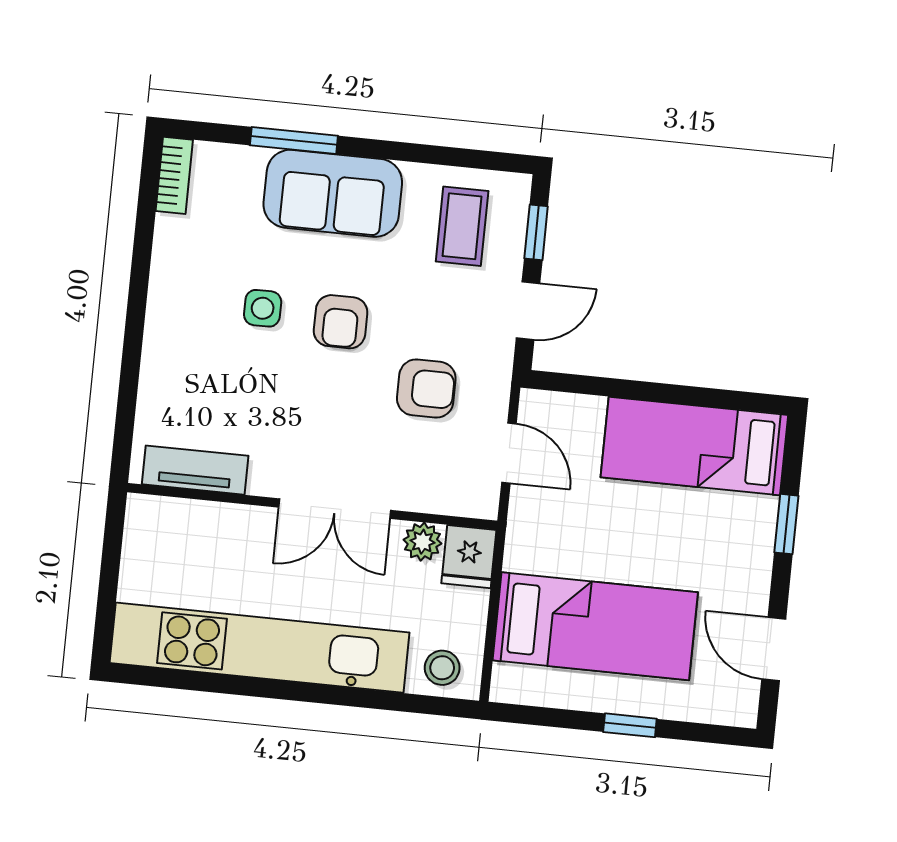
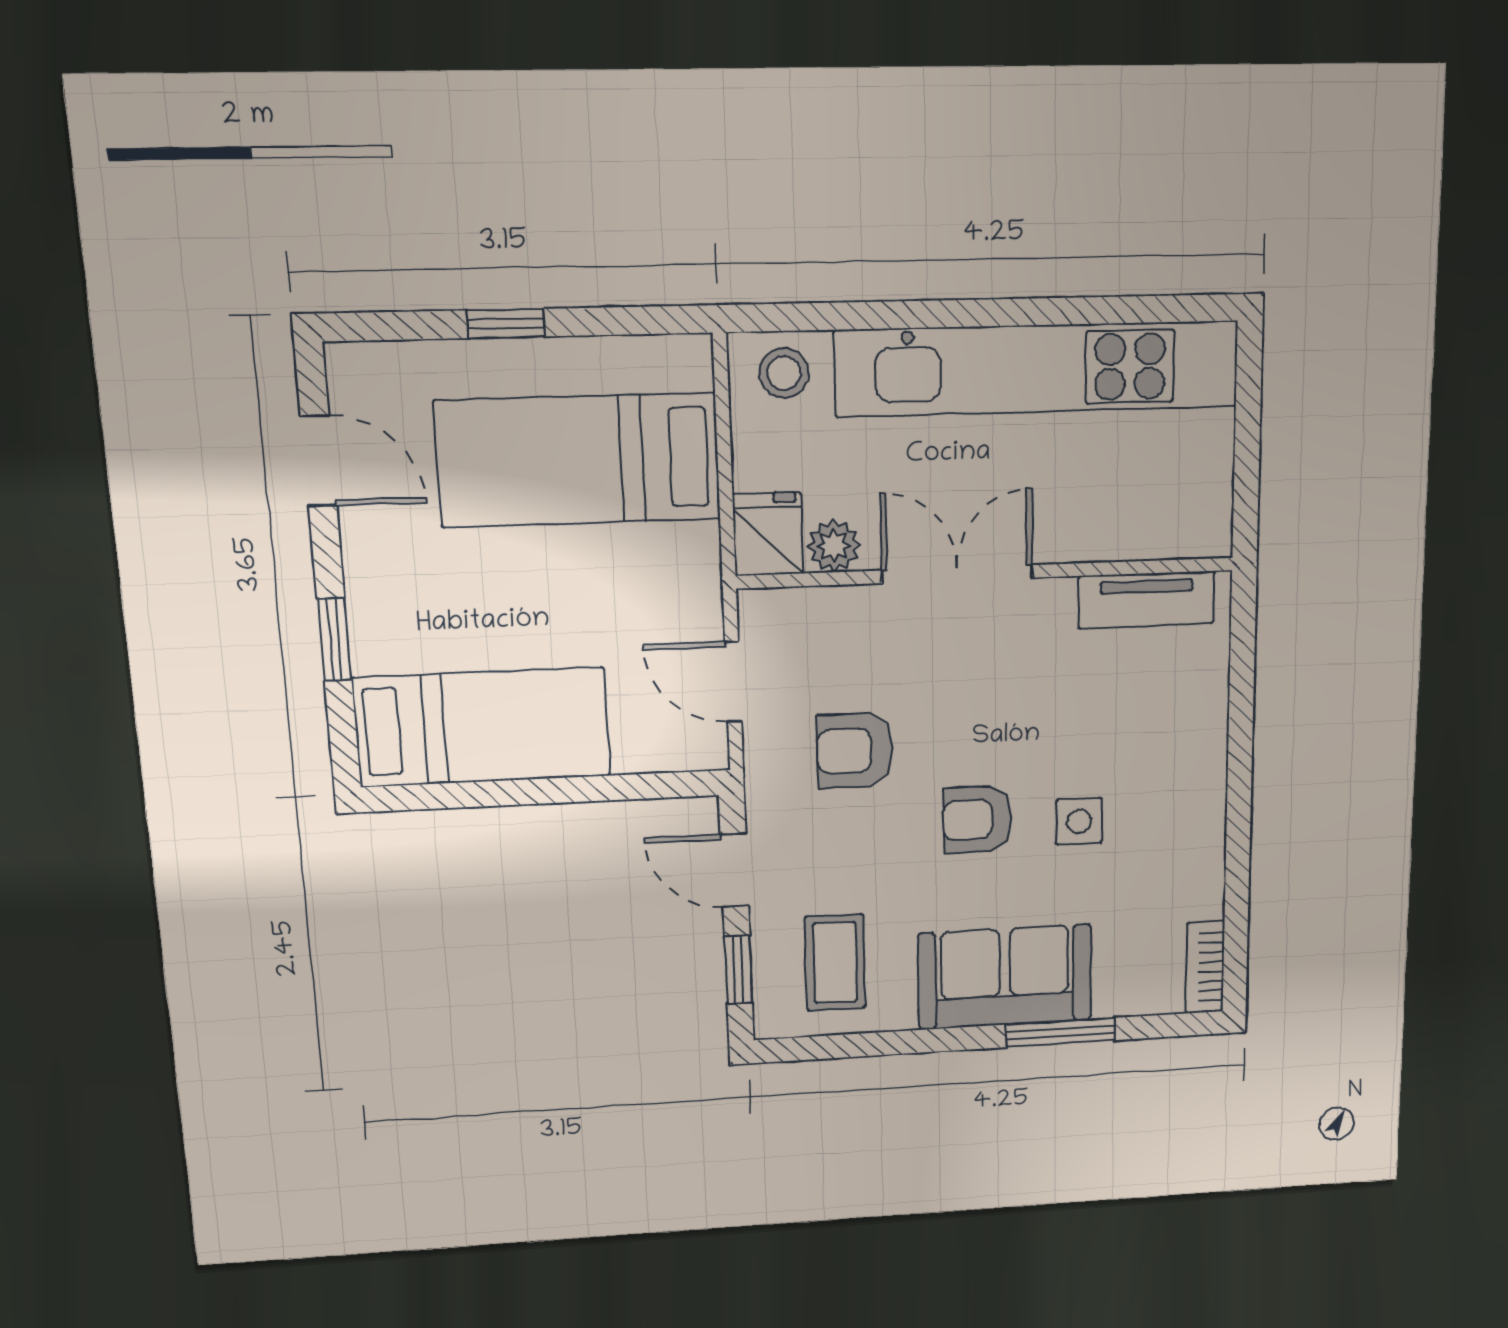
door: (528, 311) -> (734, 870), hinge flipped
armchair: (341, 322) -> (977, 819), turned -90

